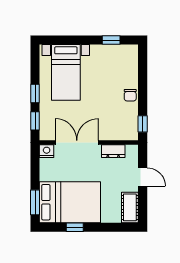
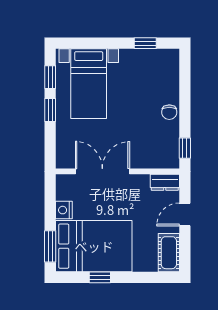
window: (35, 121) -> (50, 77), moved
nightstand: (47, 151) -> (64, 210), moved, turned -90
dresser: (113, 151) -> (165, 182), moved
door: (143, 177) -> (185, 214), swing flipped

